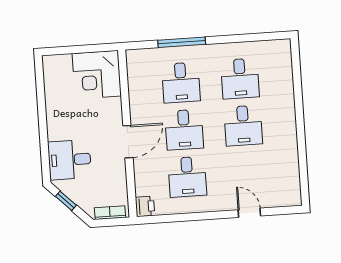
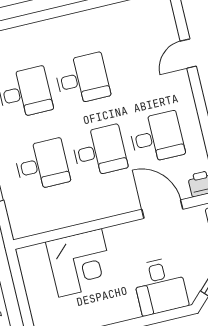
corner desk: (97, 75) -> (80, 263), moved
door: (128, 142) -> (162, 209), moved

